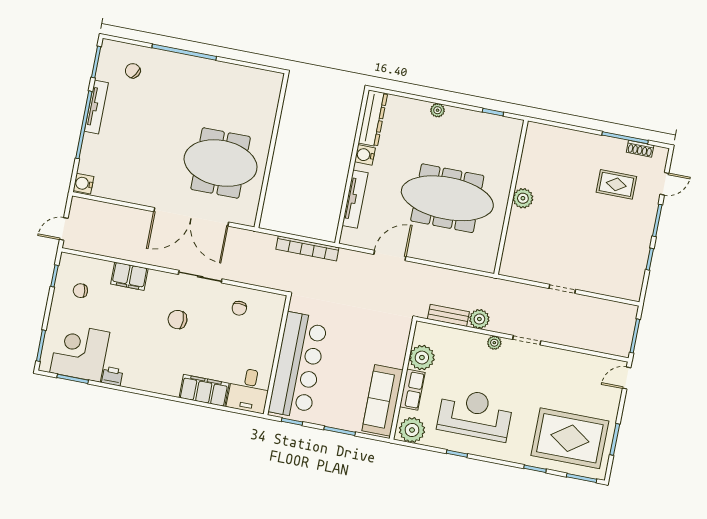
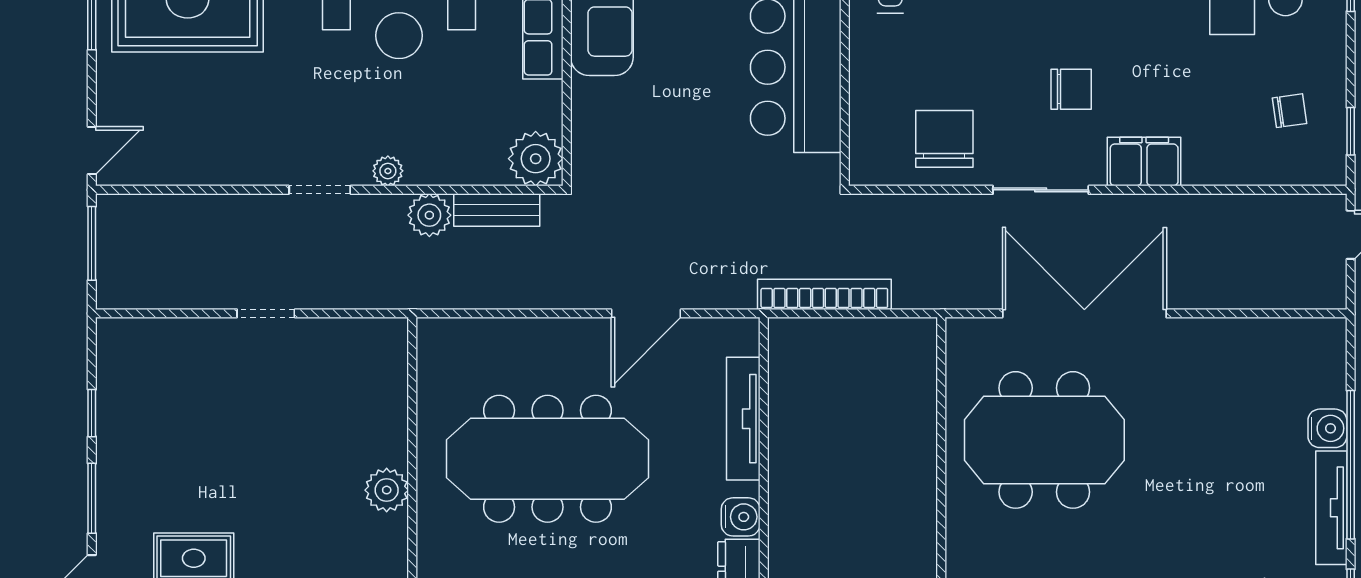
water cooler: (83, 184) -> (1327, 428), moved
filing cabinet: (129, 276) -> (1144, 162), moved
chair: (239, 308) -> (944, 139), width x1.87, depth x1.87
plant: (422, 358) -> (536, 159), moved

